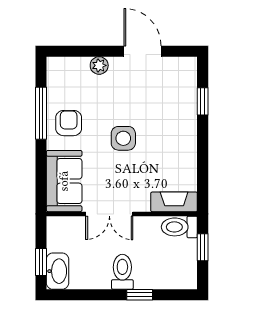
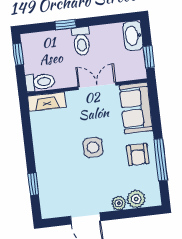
plant: (77, 68) -> (136, 199), added
window: (203, 247) -> (18, 54), moved
window: (41, 262) -> (149, 57), moved

